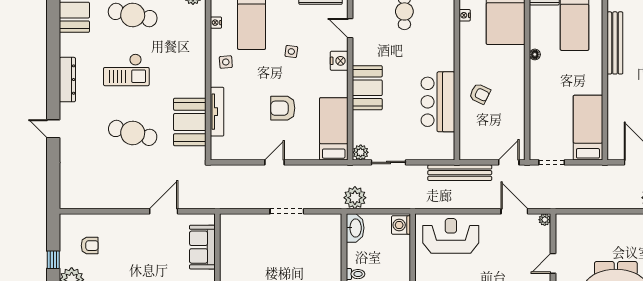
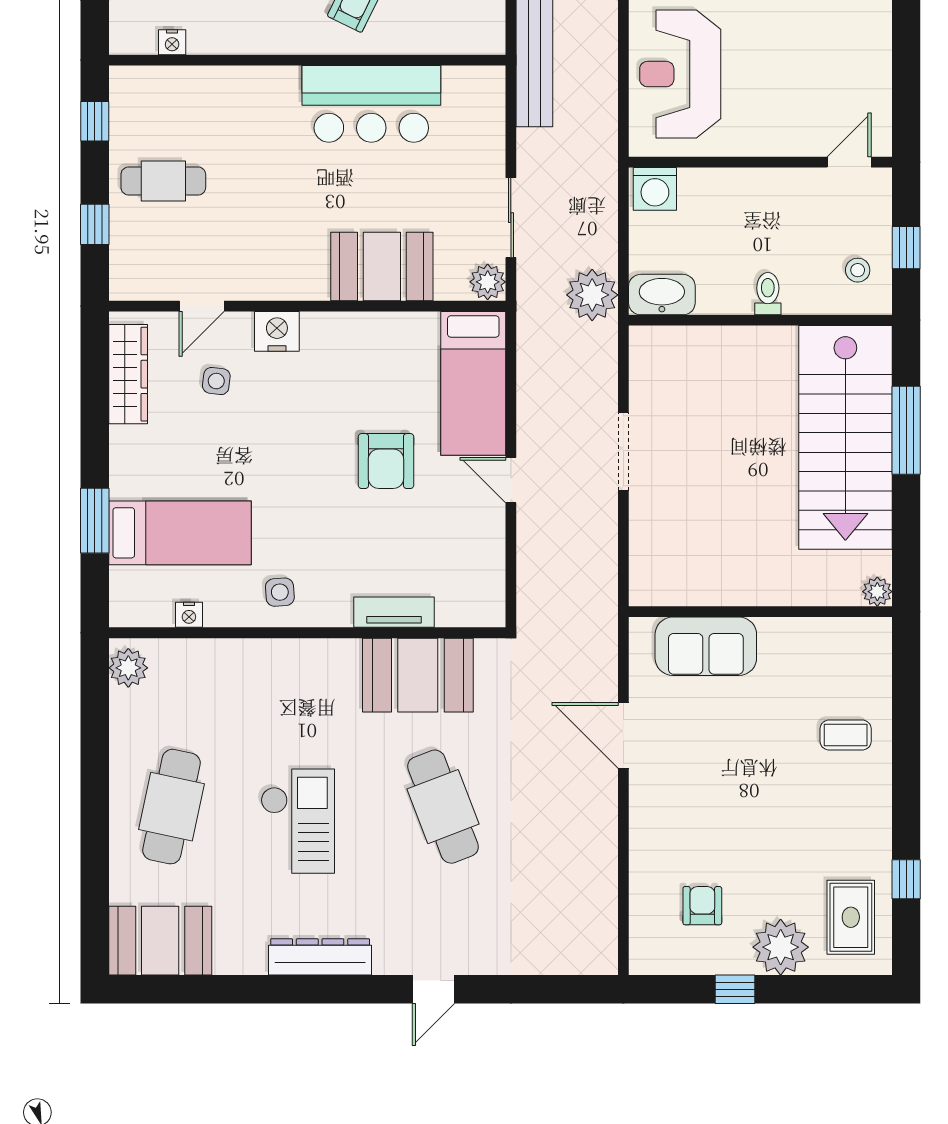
side table: (291, 52) -> (216, 381), moved
booth: (367, 88) -> (382, 267), moved
tv unit: (217, 112) -> (394, 612), width x0.71
bed: (334, 129) -> (473, 383), moved, turned -90
cafe table: (133, 133) -> (443, 807), turned -36

